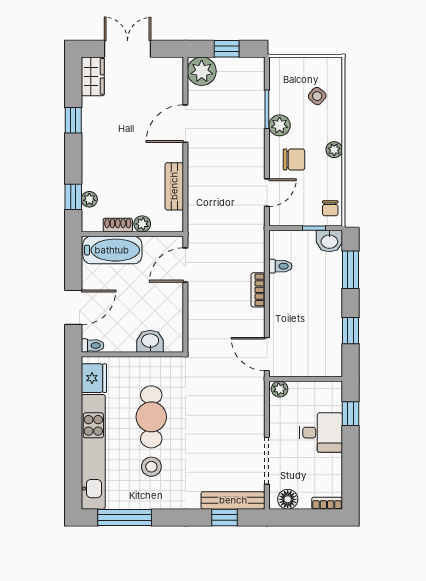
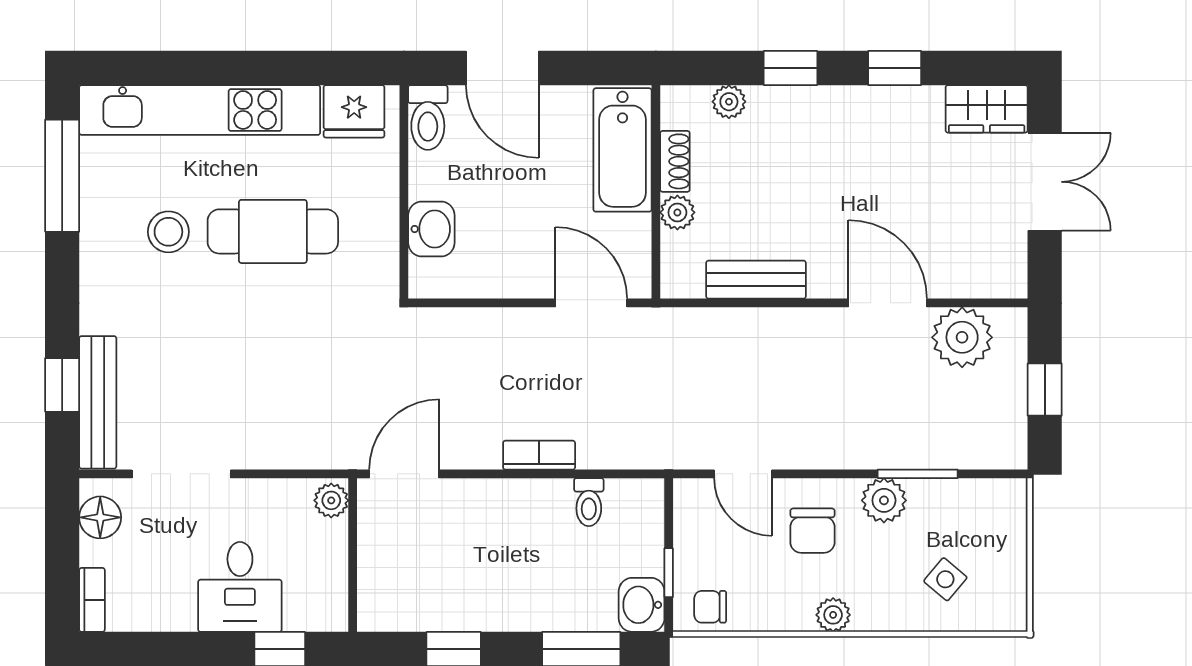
plant: (202, 71) -> (962, 337), moved
window: (73, 197) -> (790, 68), moved
toilet: (93, 345) -> (428, 117), width x1.37, depth x1.39

